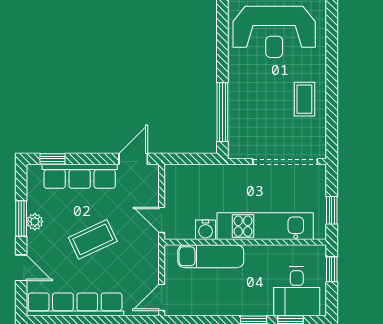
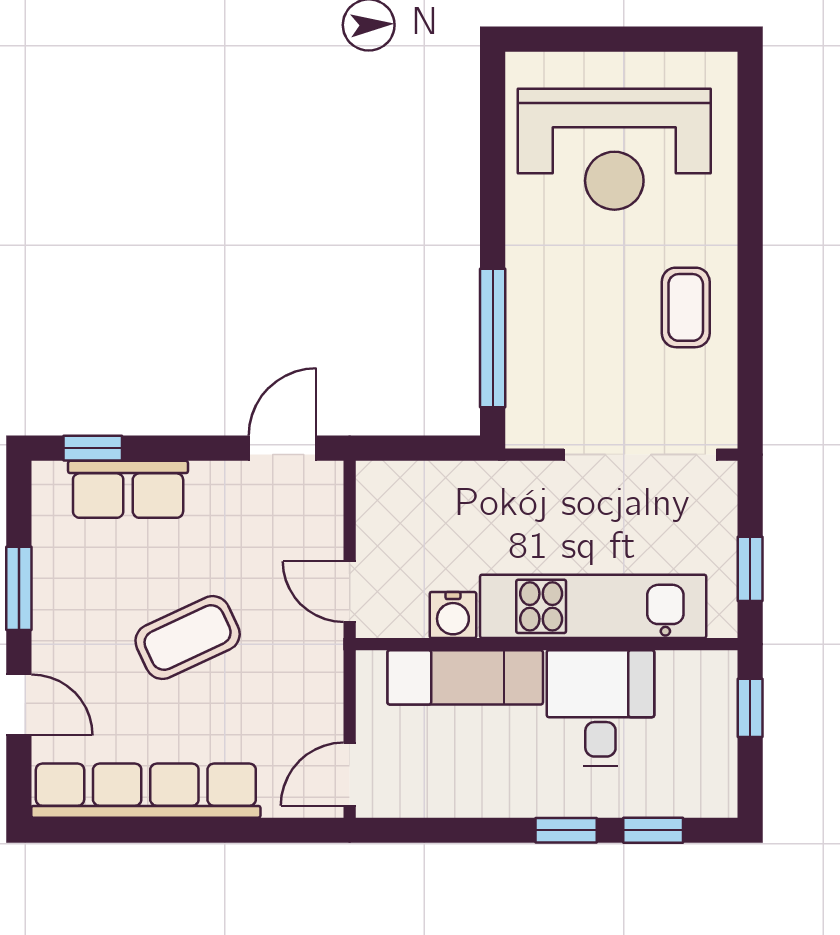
row of seats: (80, 176) -> (128, 489), width x0.68
plant: (35, 222) -> (51, 596), removed
desk: (297, 291) -> (600, 708), moved, turned 180

